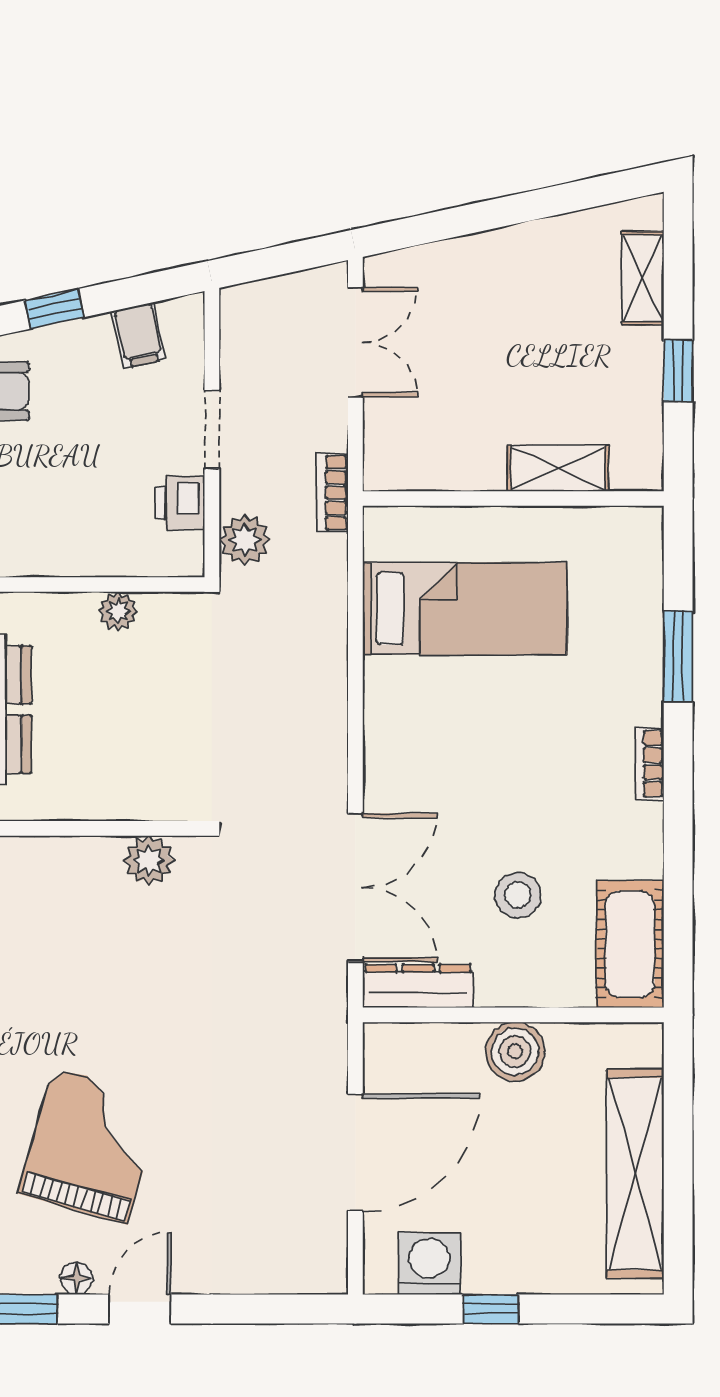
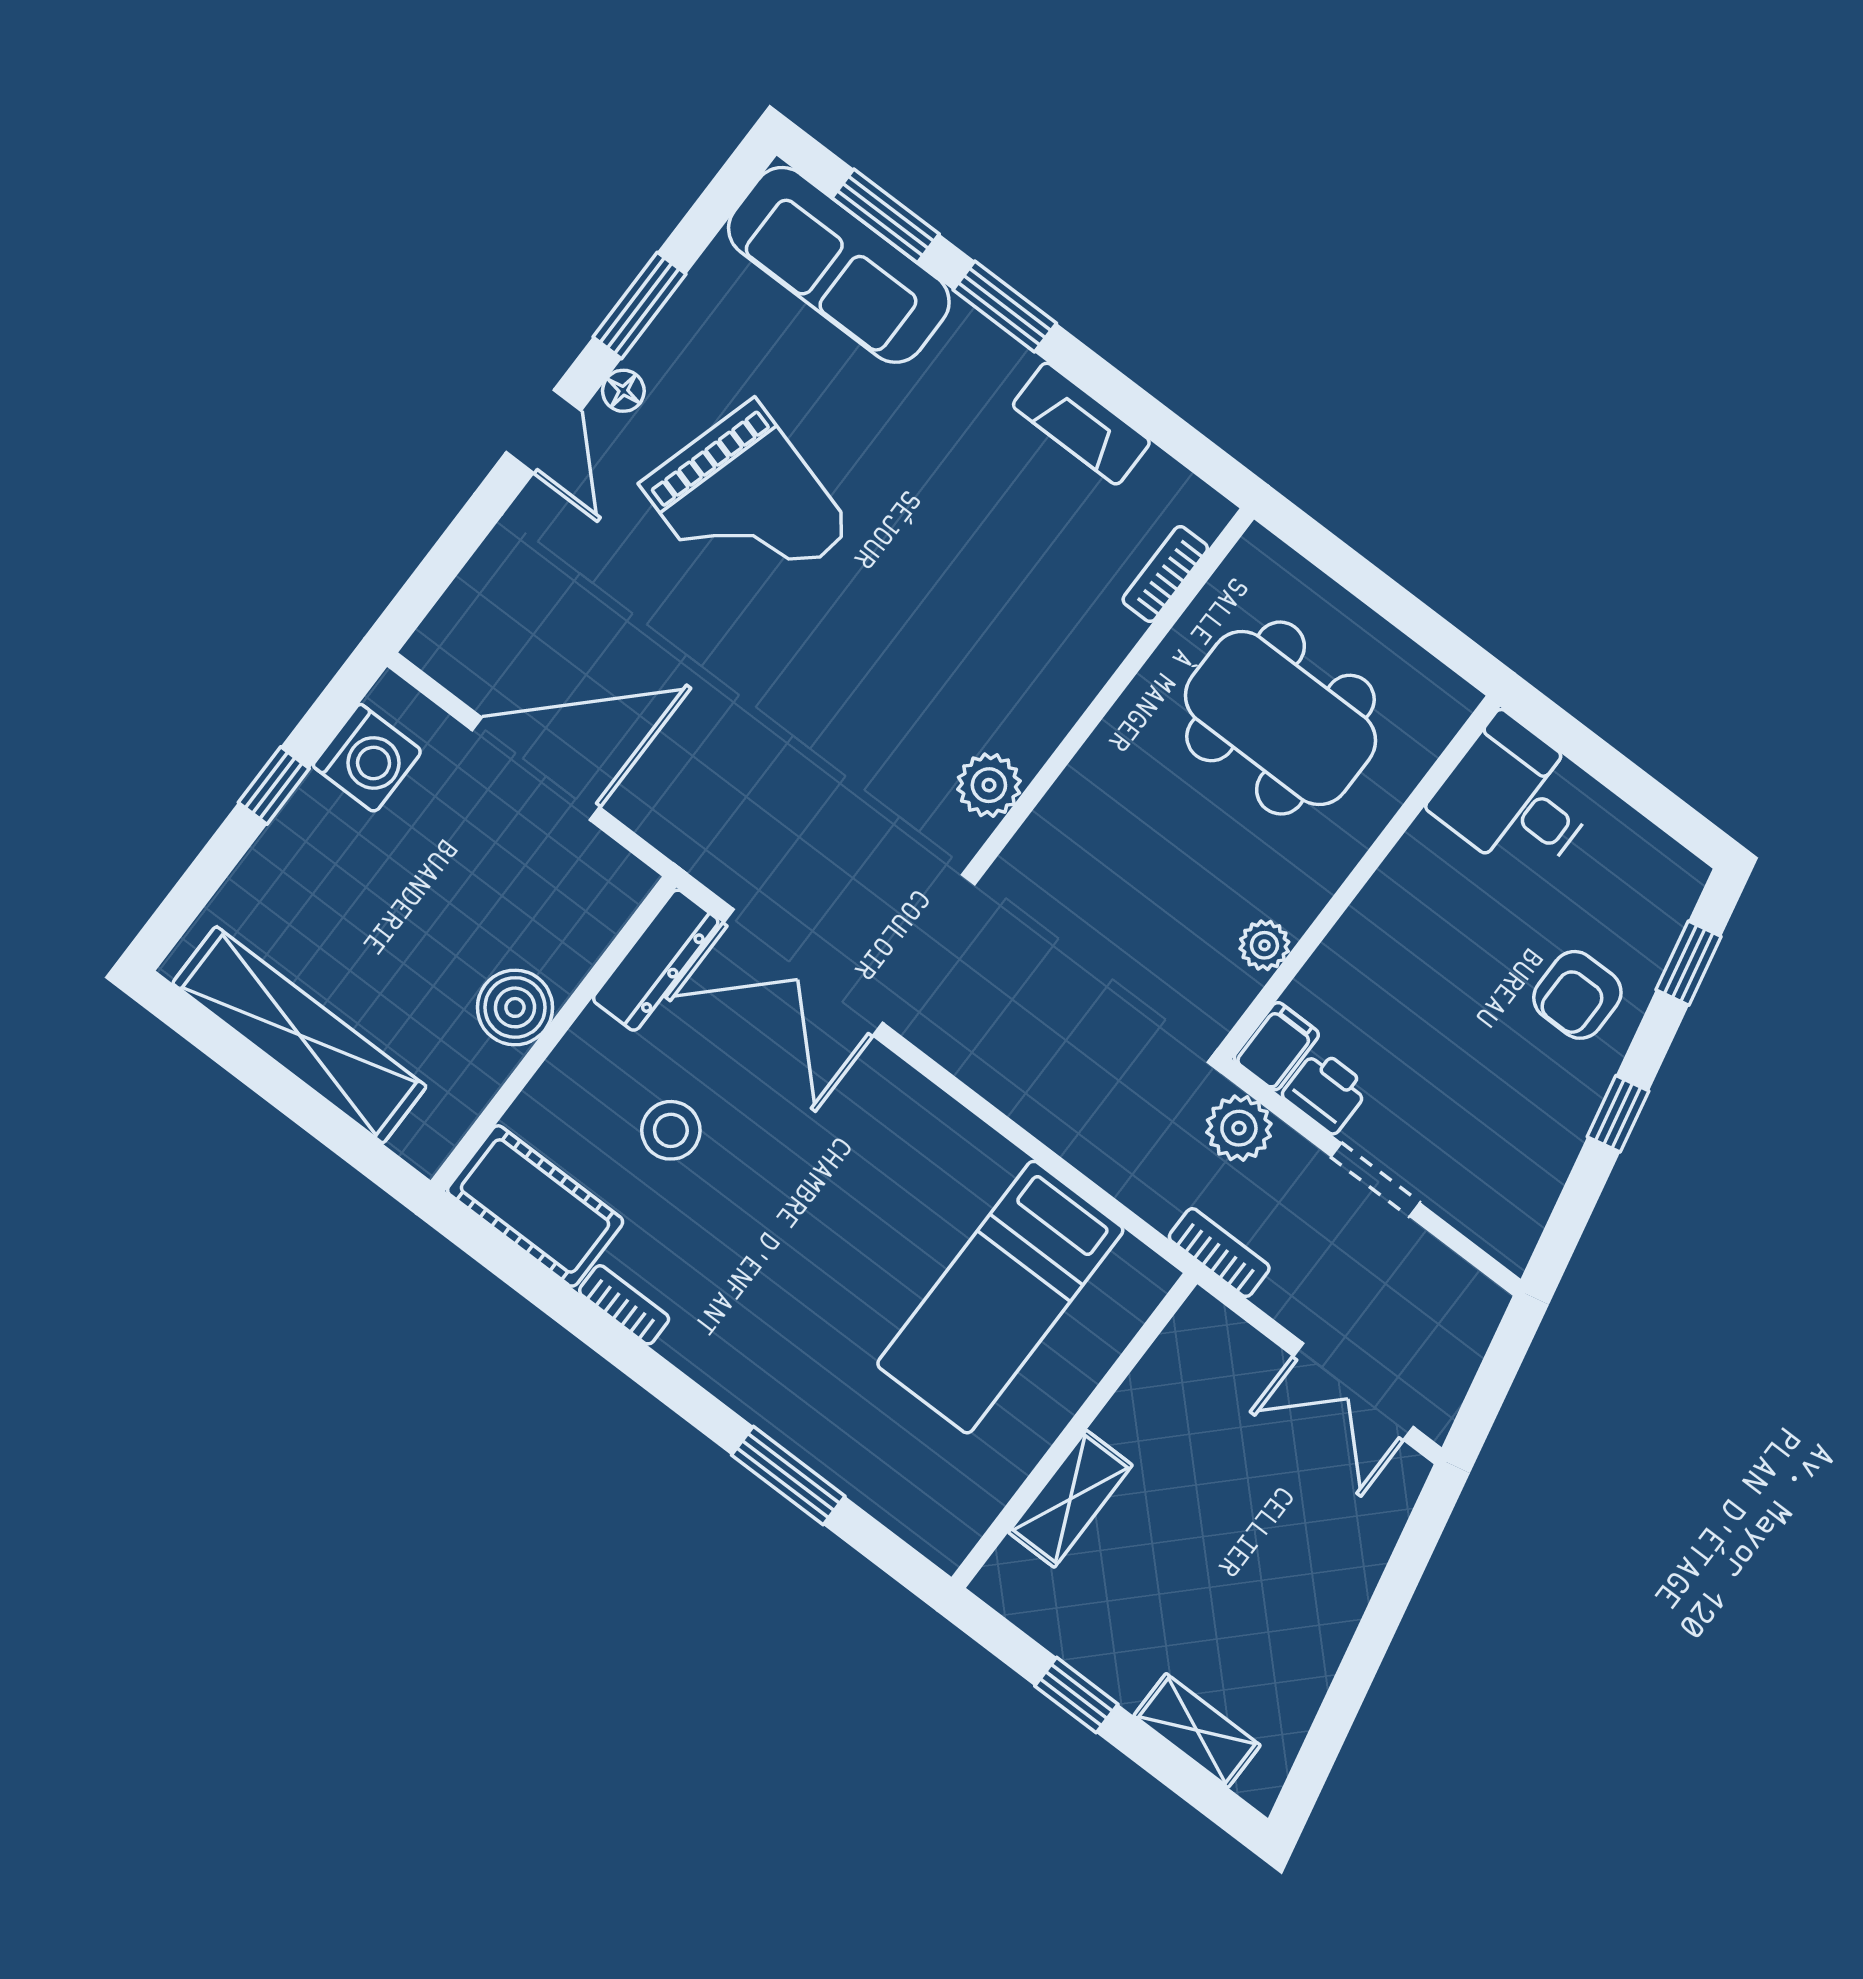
filing cabinet: (139, 335) -> (1276, 1046), moved, turned 102
bookcase: (649, 764) -> (624, 1305), moved
door: (355, 1153) -> (536, 769), swing flipped

